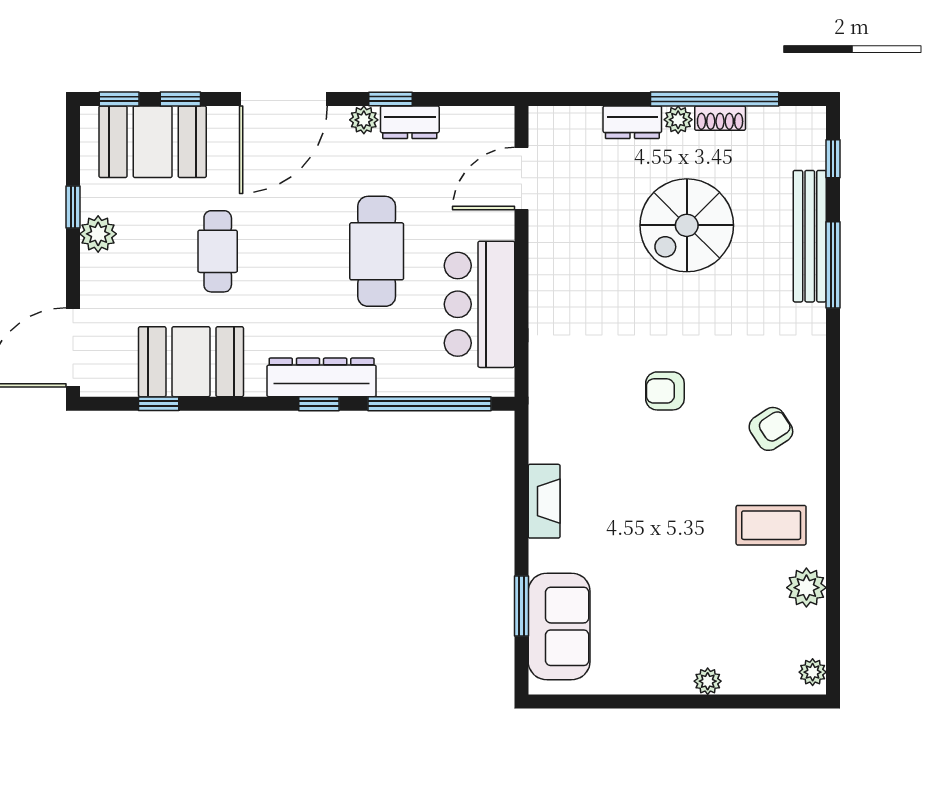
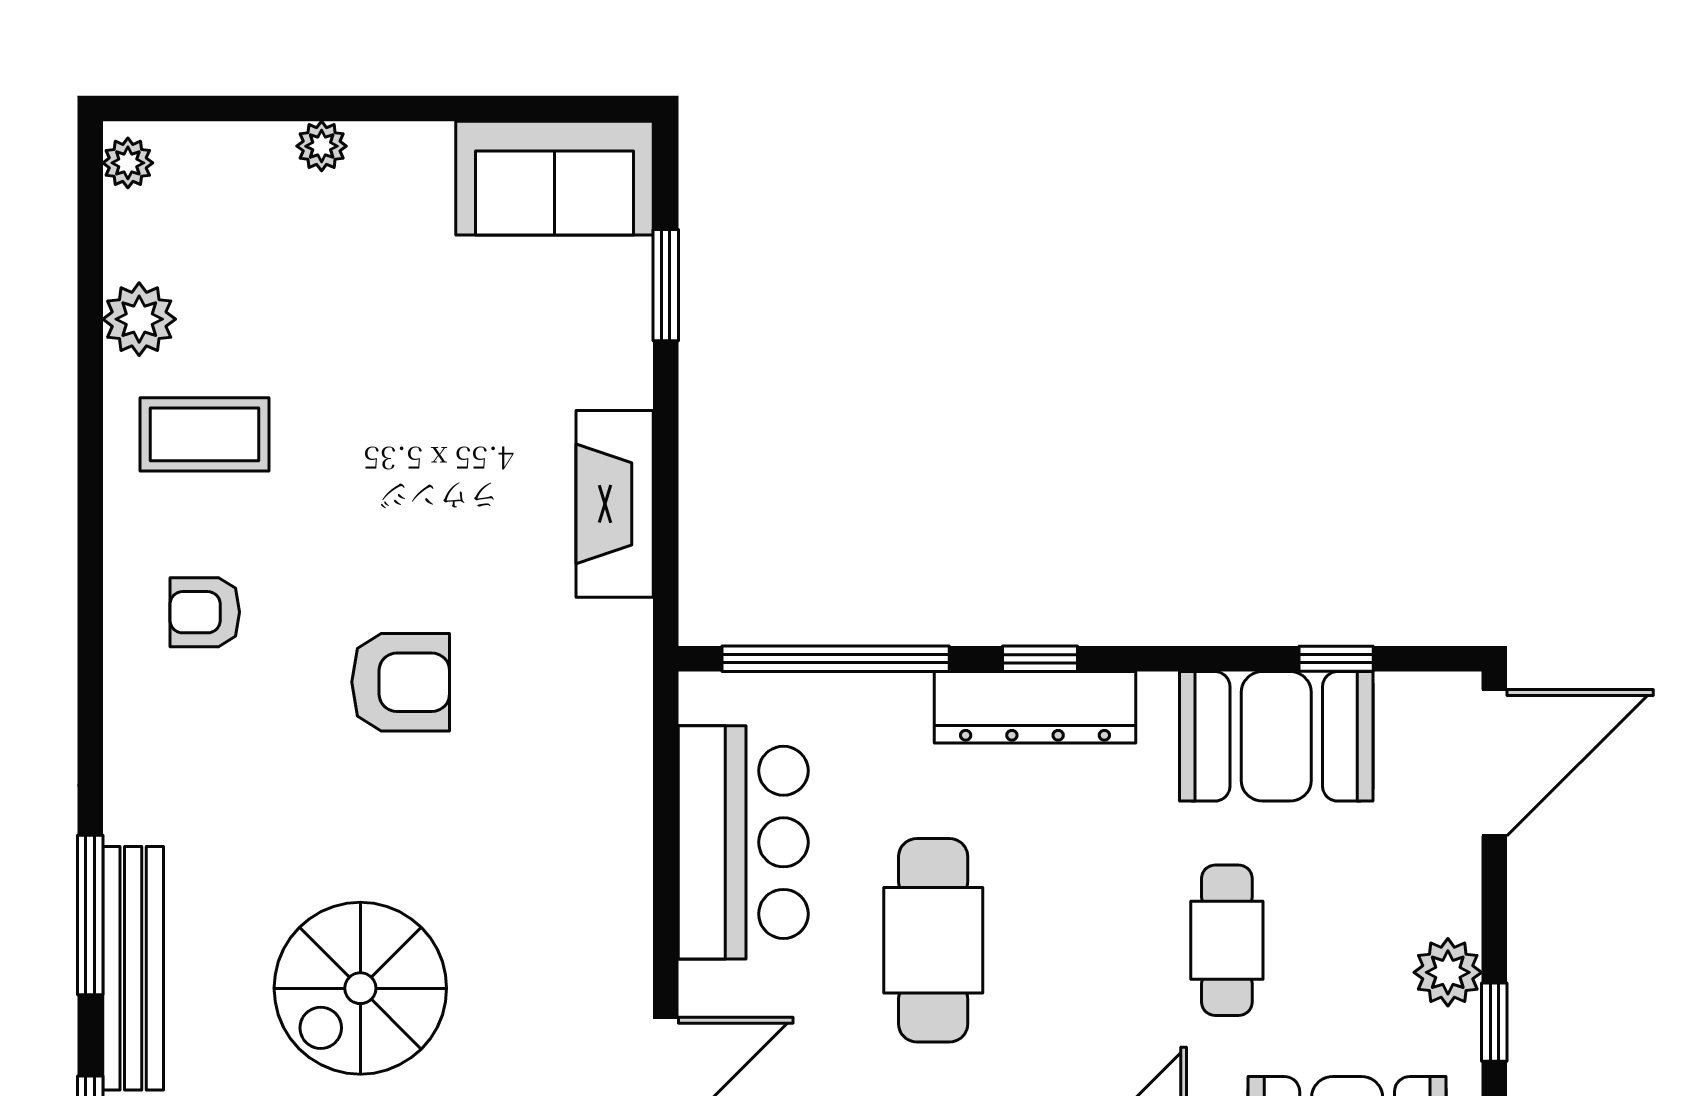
spiral stairs: (687, 225) -> (360, 988), turned 180
armchair: (665, 391) -> (401, 682), width x1.38, depth x1.38
armchair: (771, 429) -> (205, 612), turned 33
fireplace: (544, 501) -> (615, 504), width x1.37, depth x1.32
sofa: (559, 626) -> (555, 178), moved, turned -90

